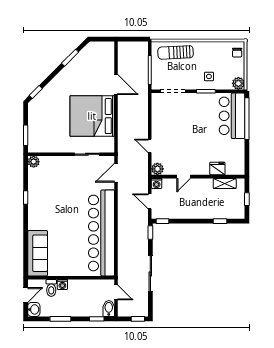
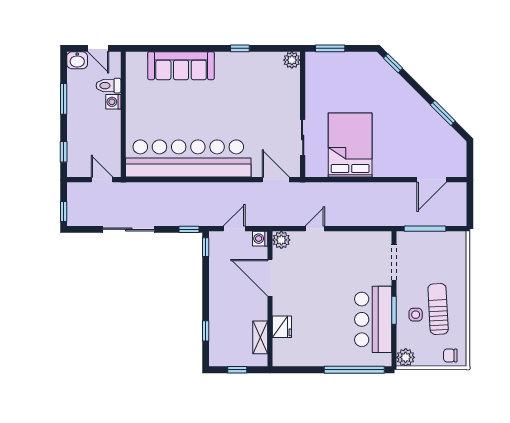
sun lounger: (176, 52) -> (438, 309), moved
door: (116, 85) -> (432, 180), moved
bed: (92, 116) -> (350, 145), width x0.73
bar counter: (232, 116) -> (373, 319), moved, turned -90
door: (184, 177) -> (270, 278), width x1.88
sofa: (38, 253) -> (181, 66), moved
door: (116, 292) -> (102, 180), swing flipped
bidet: (109, 308) -> (79, 169), removed

